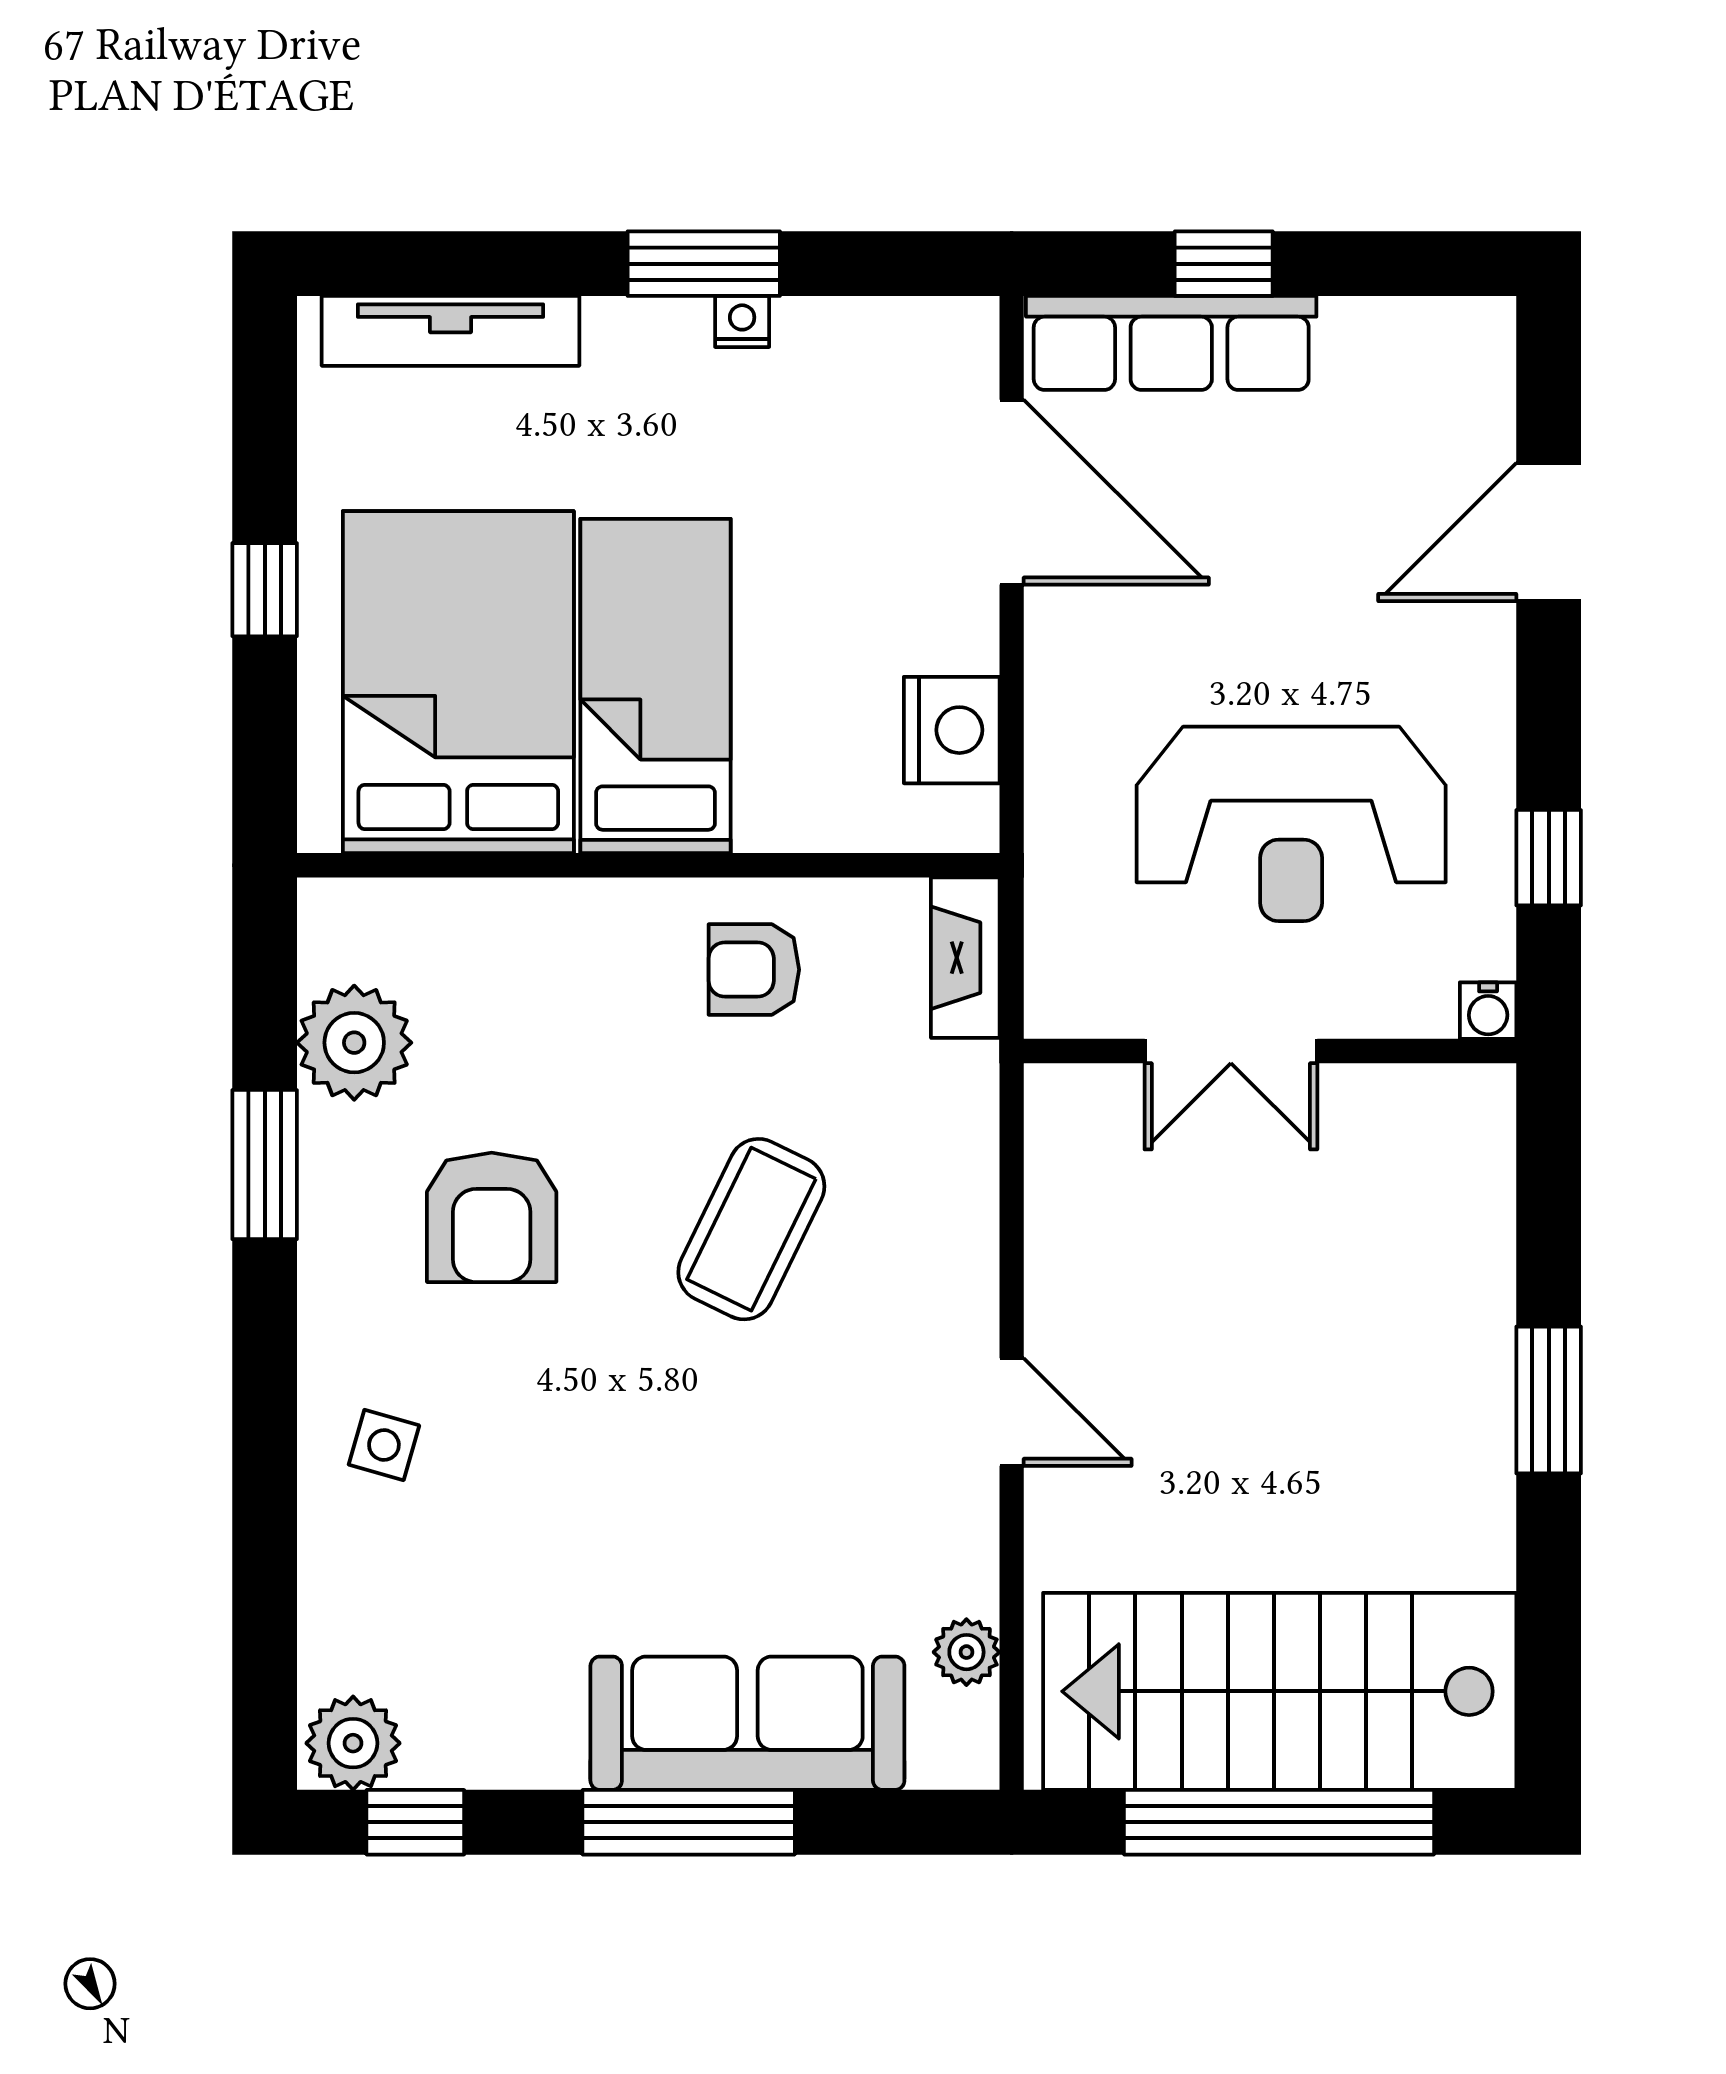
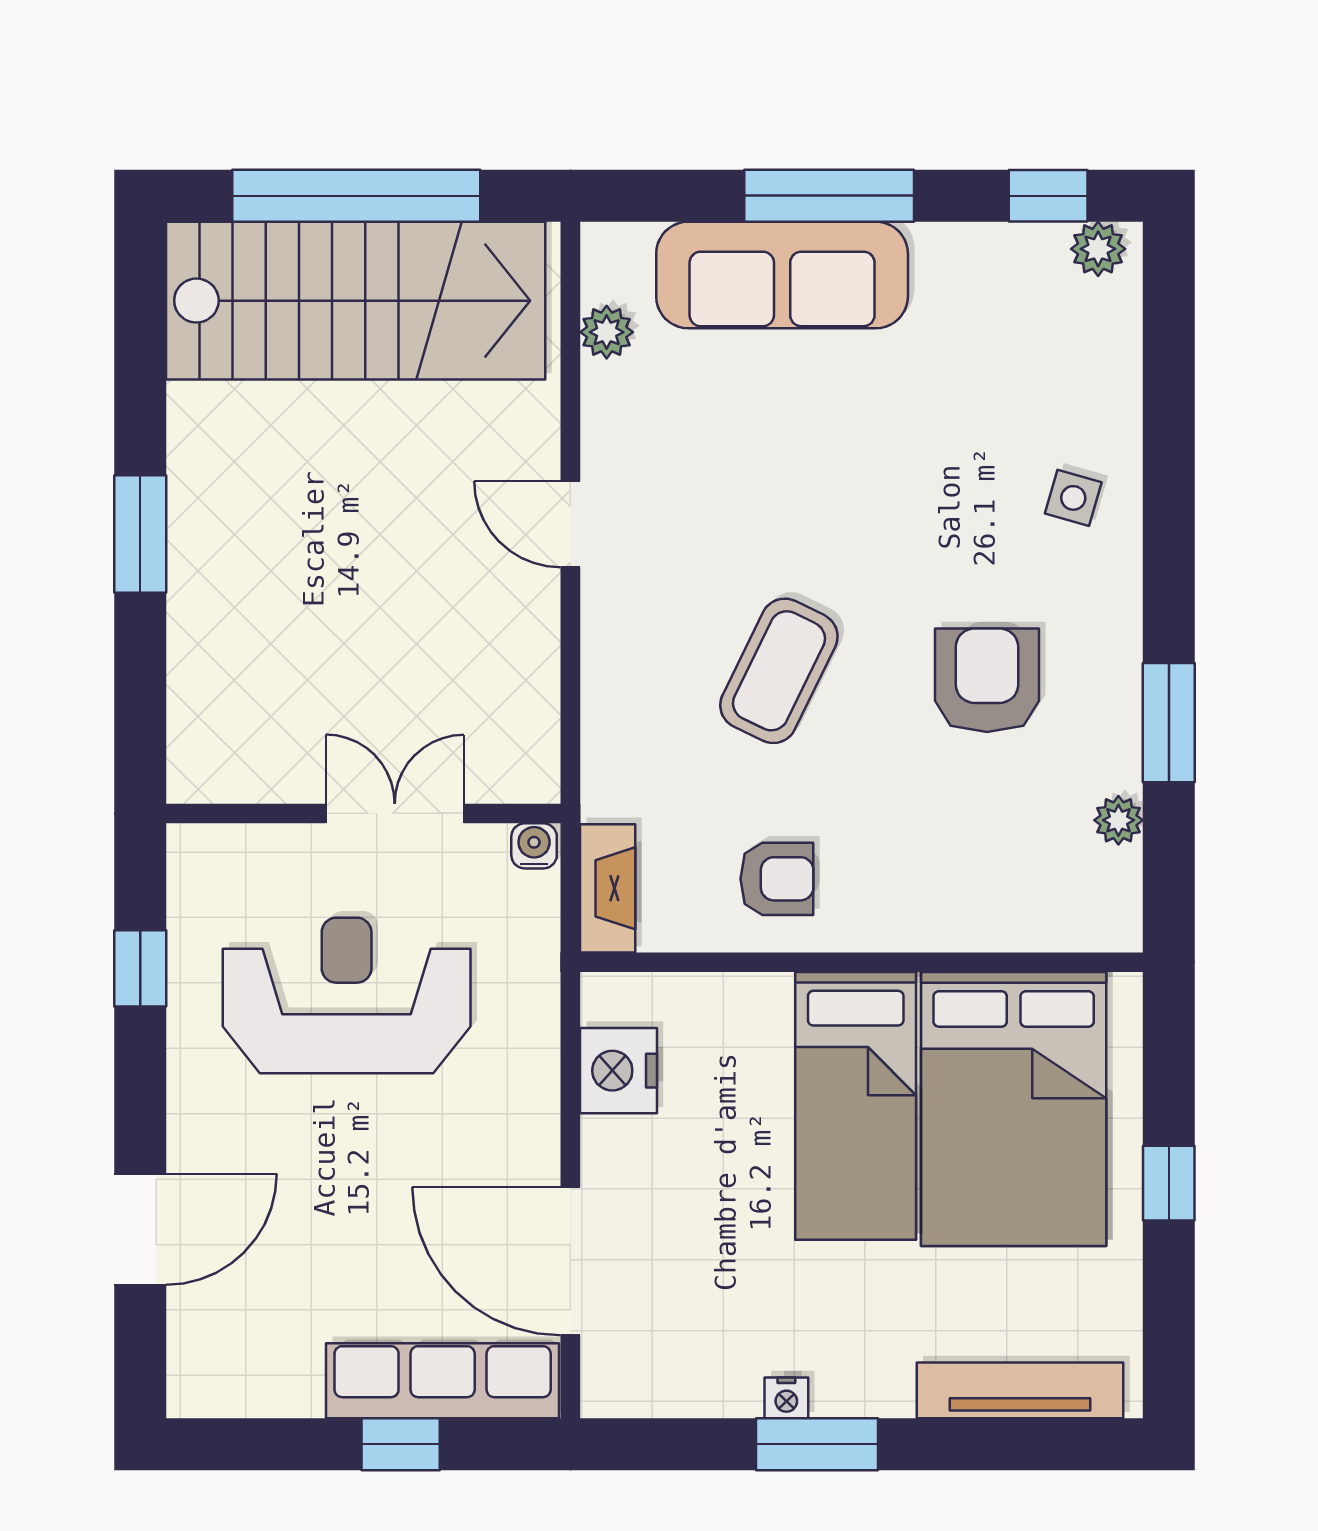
water cooler: (1488, 1011) -> (534, 846), moved
plant: (354, 1043) -> (1118, 820), width x0.53, depth x0.53
plant: (353, 1743) -> (1098, 249), width x0.73, depth x0.73

